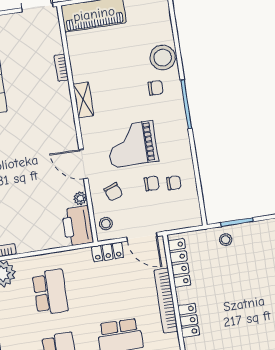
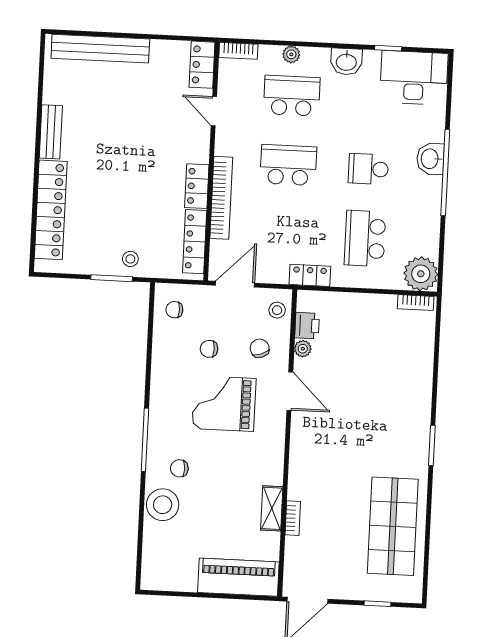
shelving: (83, 100) -> (272, 508), moved
grand piano: (132, 144) -> (224, 404), turned 180
chair: (174, 183) -> (174, 310), moved
printer: (78, 226) -> (307, 326), width x0.53, depth x0.68
door: (142, 237) -> (235, 284), hinge flipped
locker: (108, 252) -> (310, 275), moved
locker: (189, 320) -> (197, 186), moved

